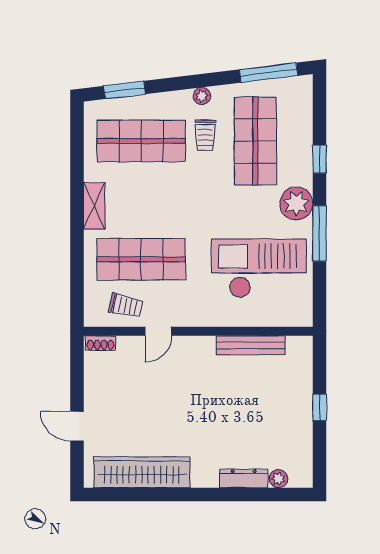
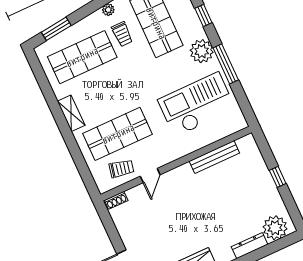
plant: (278, 479) -> (275, 228), width x1.87, depth x1.87

